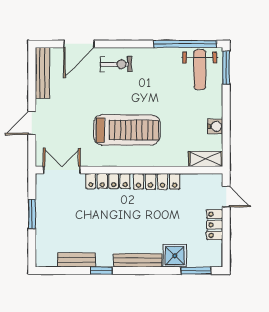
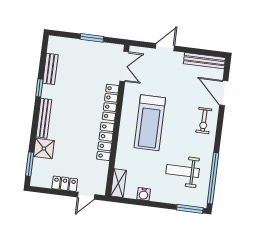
weight bench: (200, 69) -> (183, 171), moved
door: (32, 123) -> (165, 47), hinge flipped

